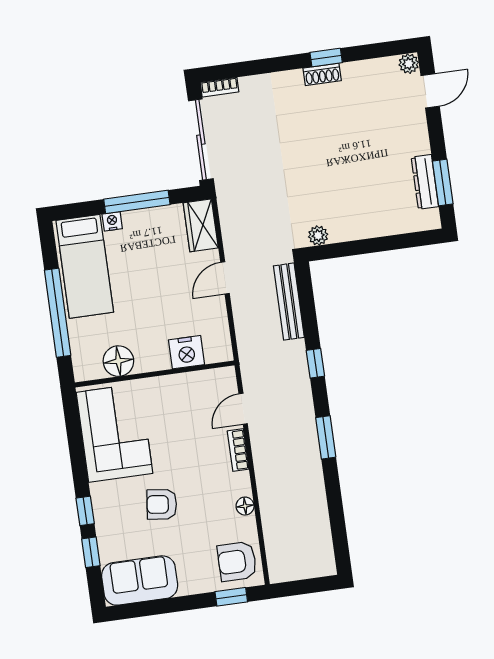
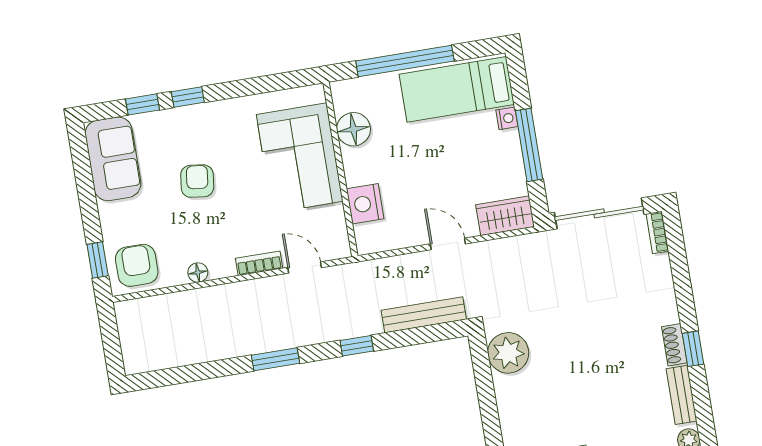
bench: (368, 69) -> (682, 395), added
plant: (318, 236) -> (508, 353), width x1.88, depth x1.88
corner sofa: (114, 433) -> (300, 158), moved, turned 90

